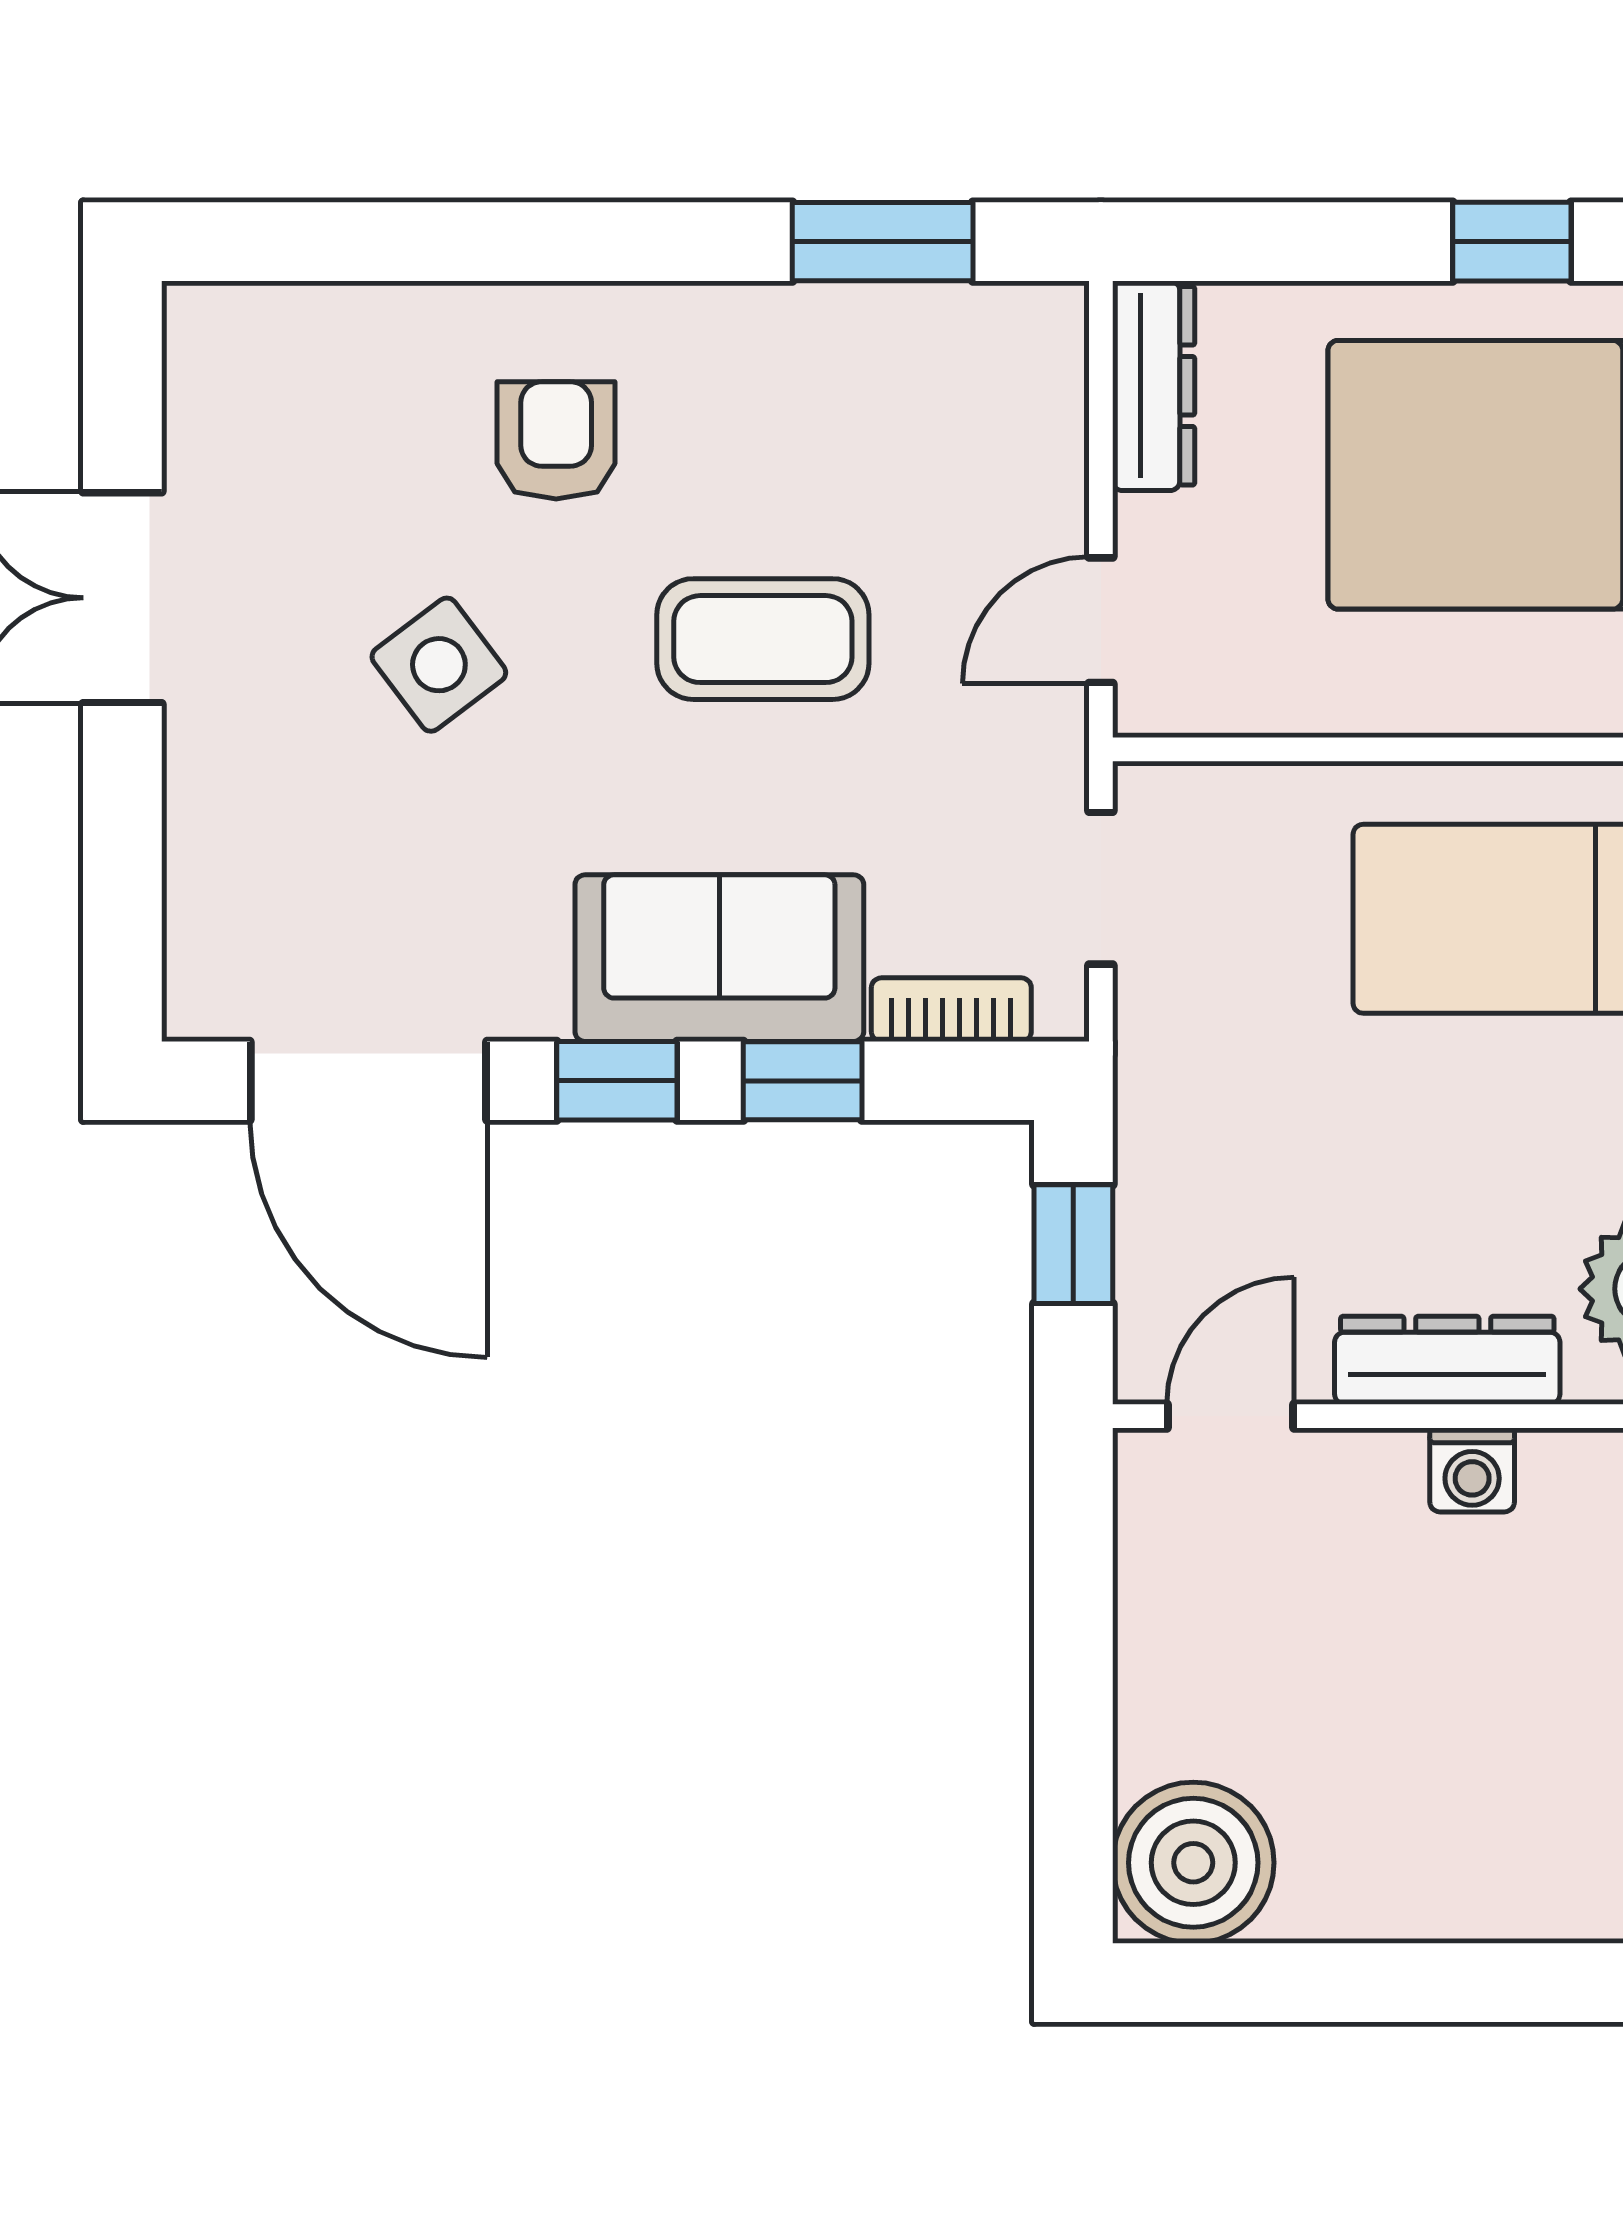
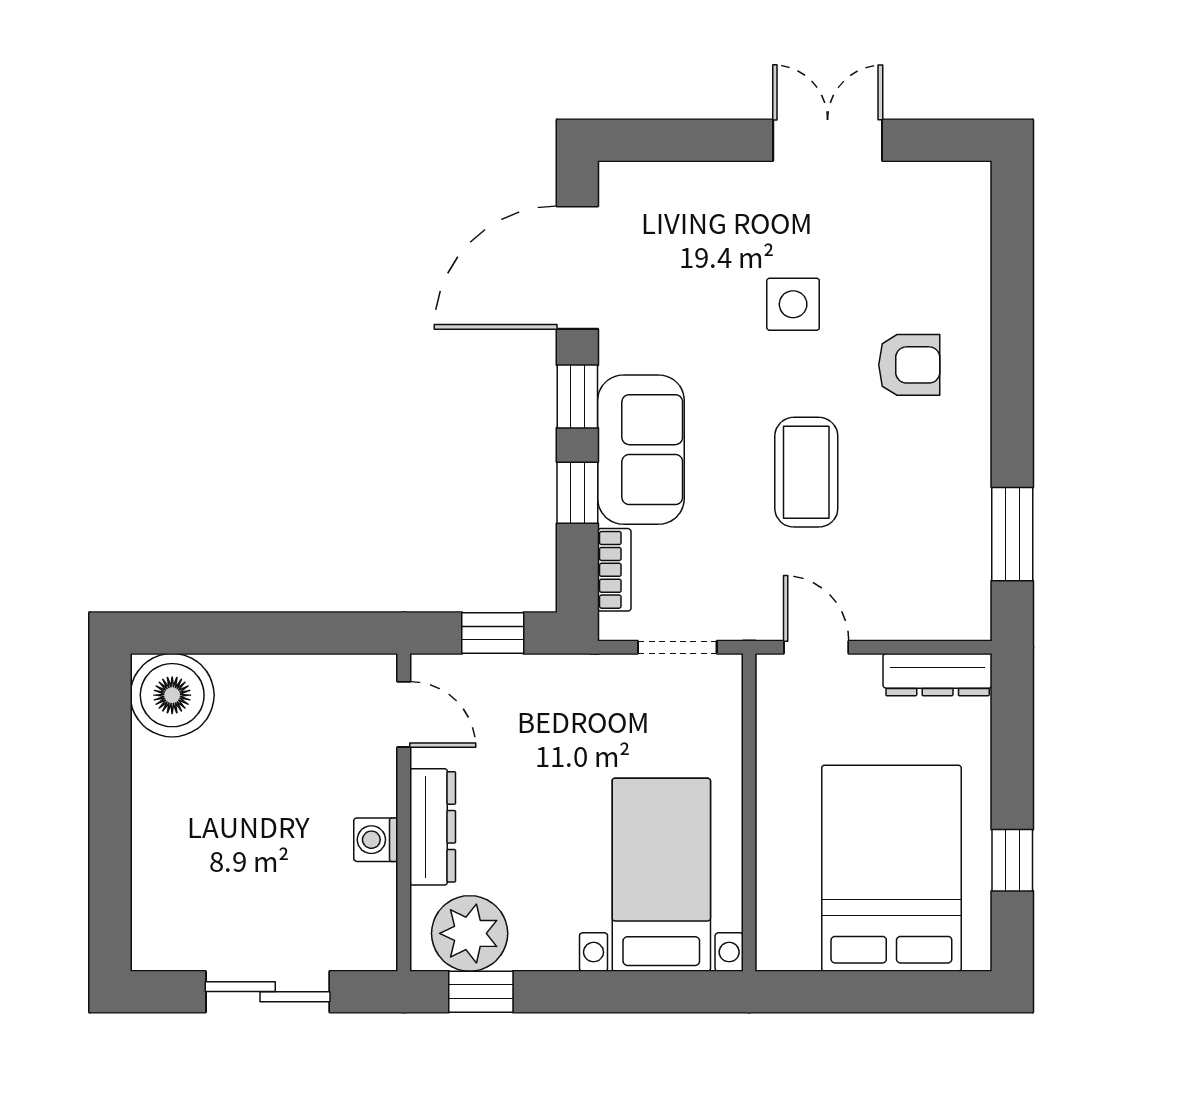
side table: (439, 665) -> (793, 304), turned 37

